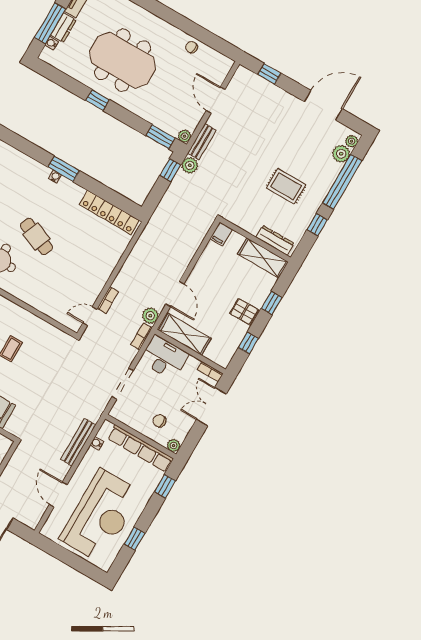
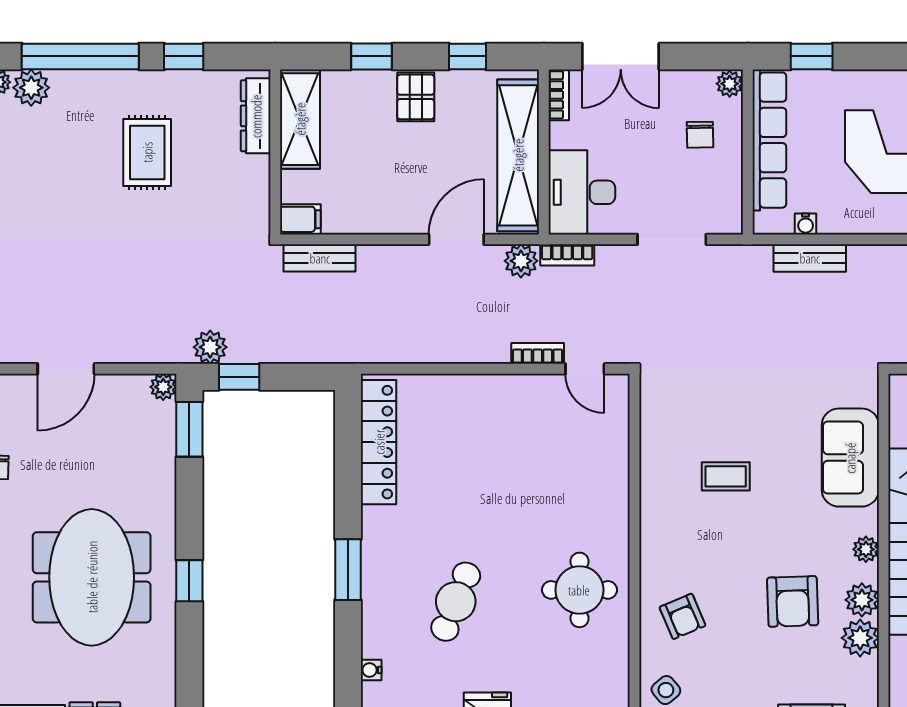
bench: (202, 142) -> (320, 258), moved
water cooler: (55, 177) -> (371, 670), moved
cafe table: (36, 236) -> (456, 602), moved
shelving: (185, 334) -> (518, 155), width x1.47
bench: (78, 442) -> (810, 258), width x0.73

